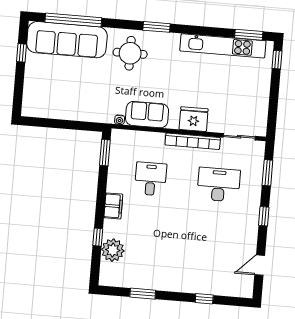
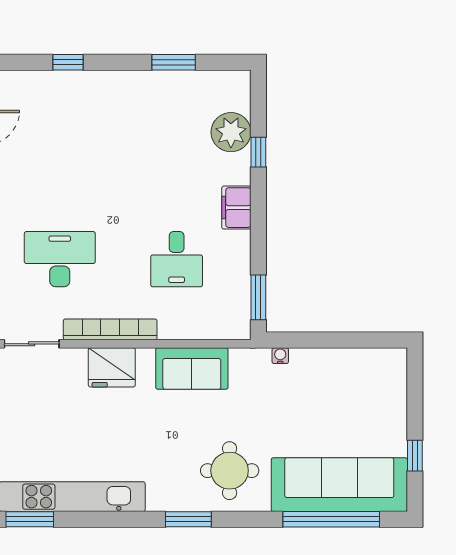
water cooler: (120, 120) -> (280, 356), moved
desk: (219, 185) -> (60, 259), turned 180

